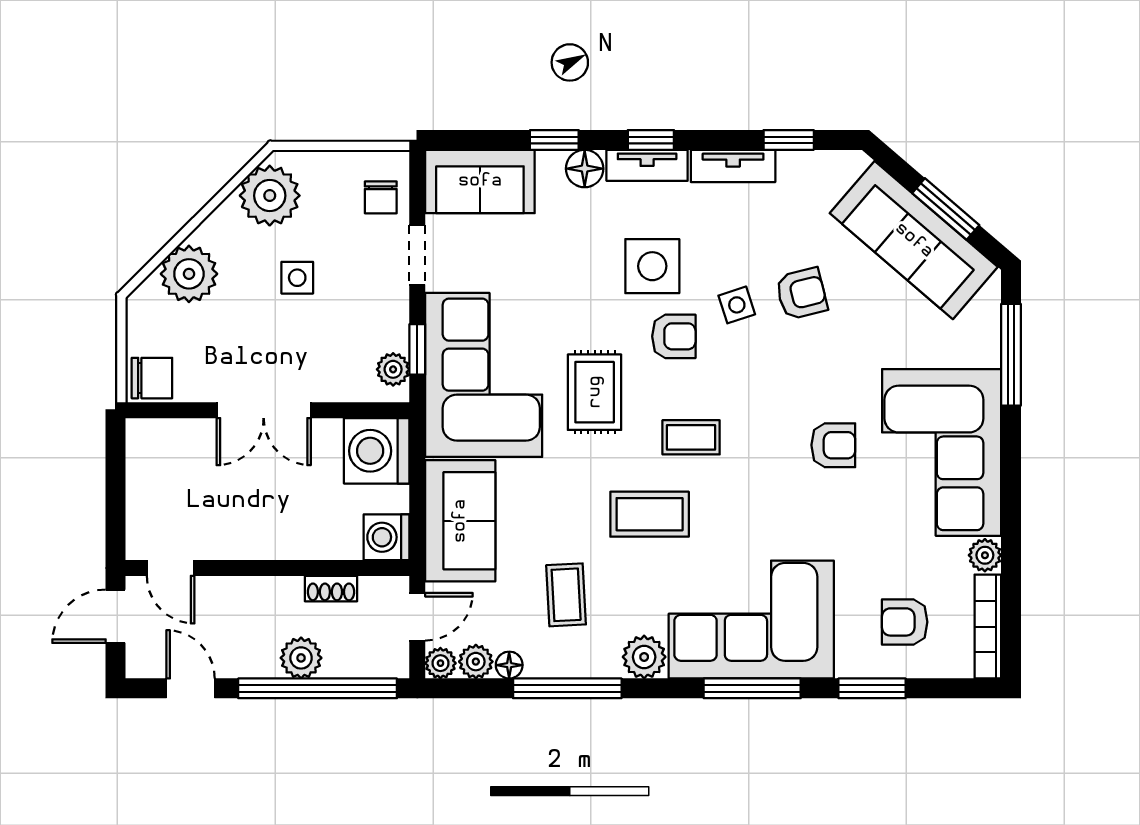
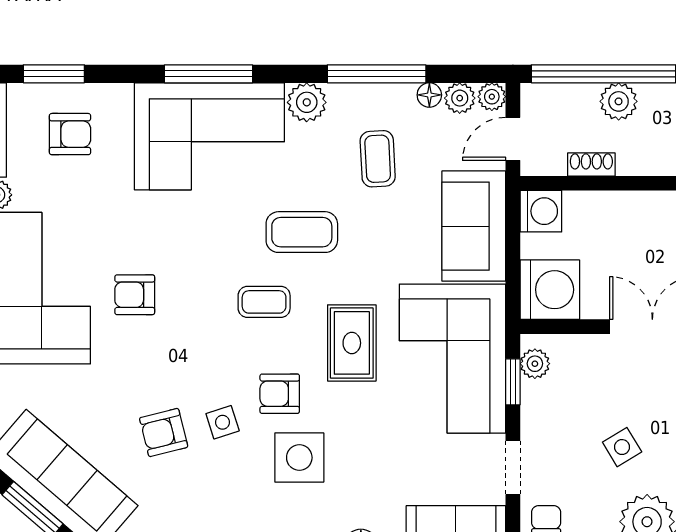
side table: (297, 278) -> (622, 447), turned -31
window: (872, 688) -> (54, 74), moved

